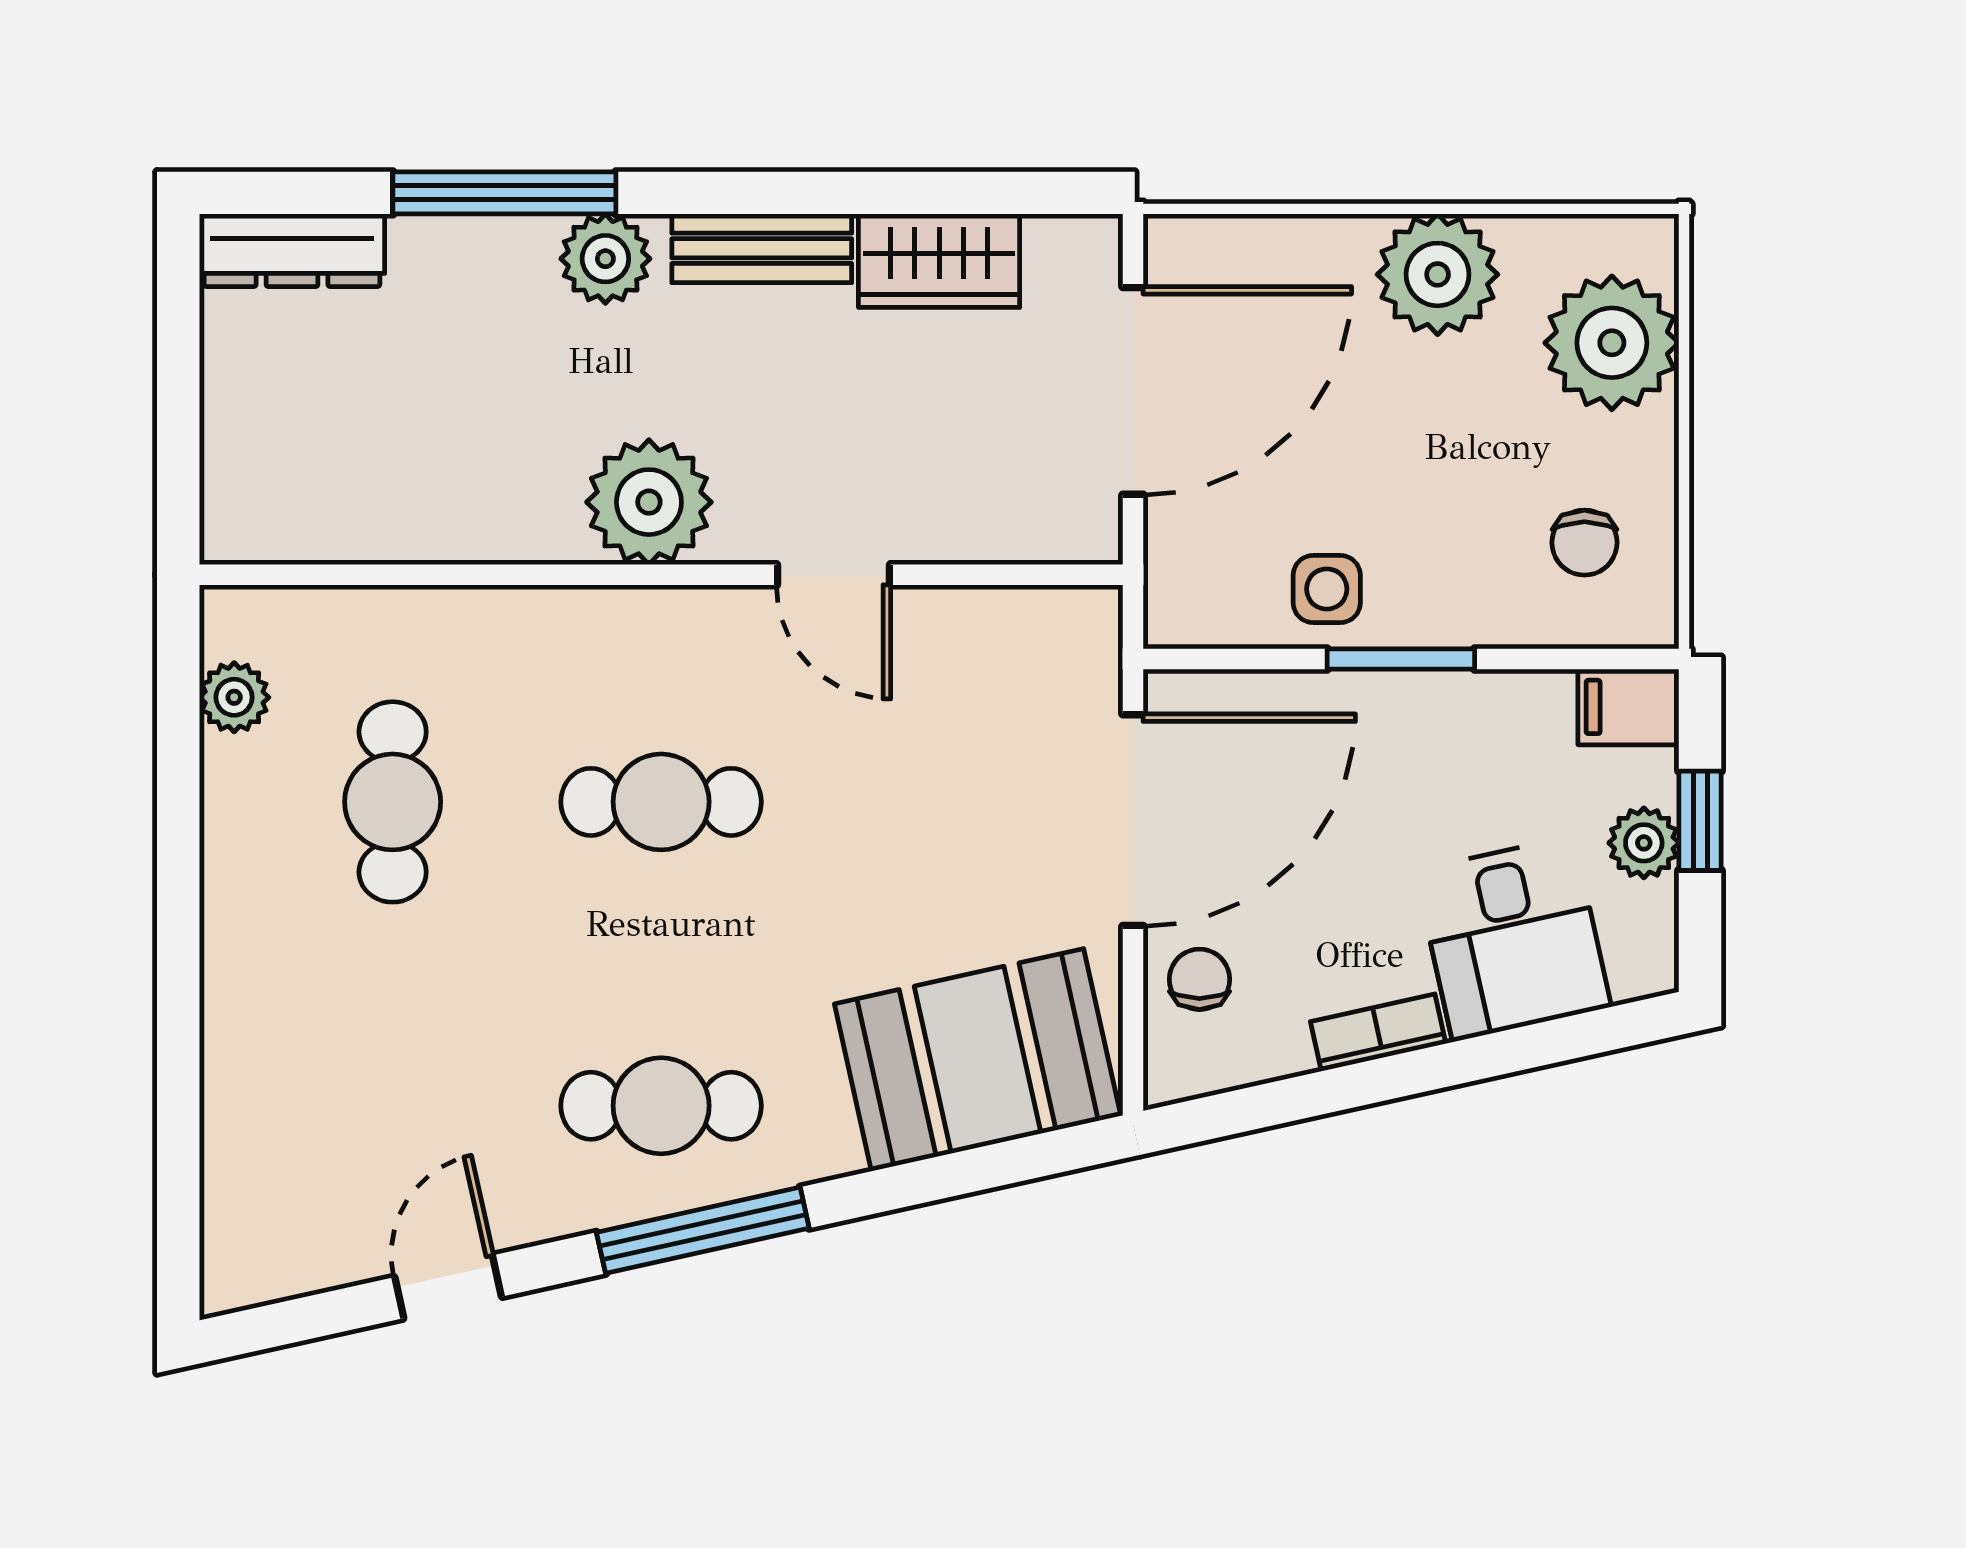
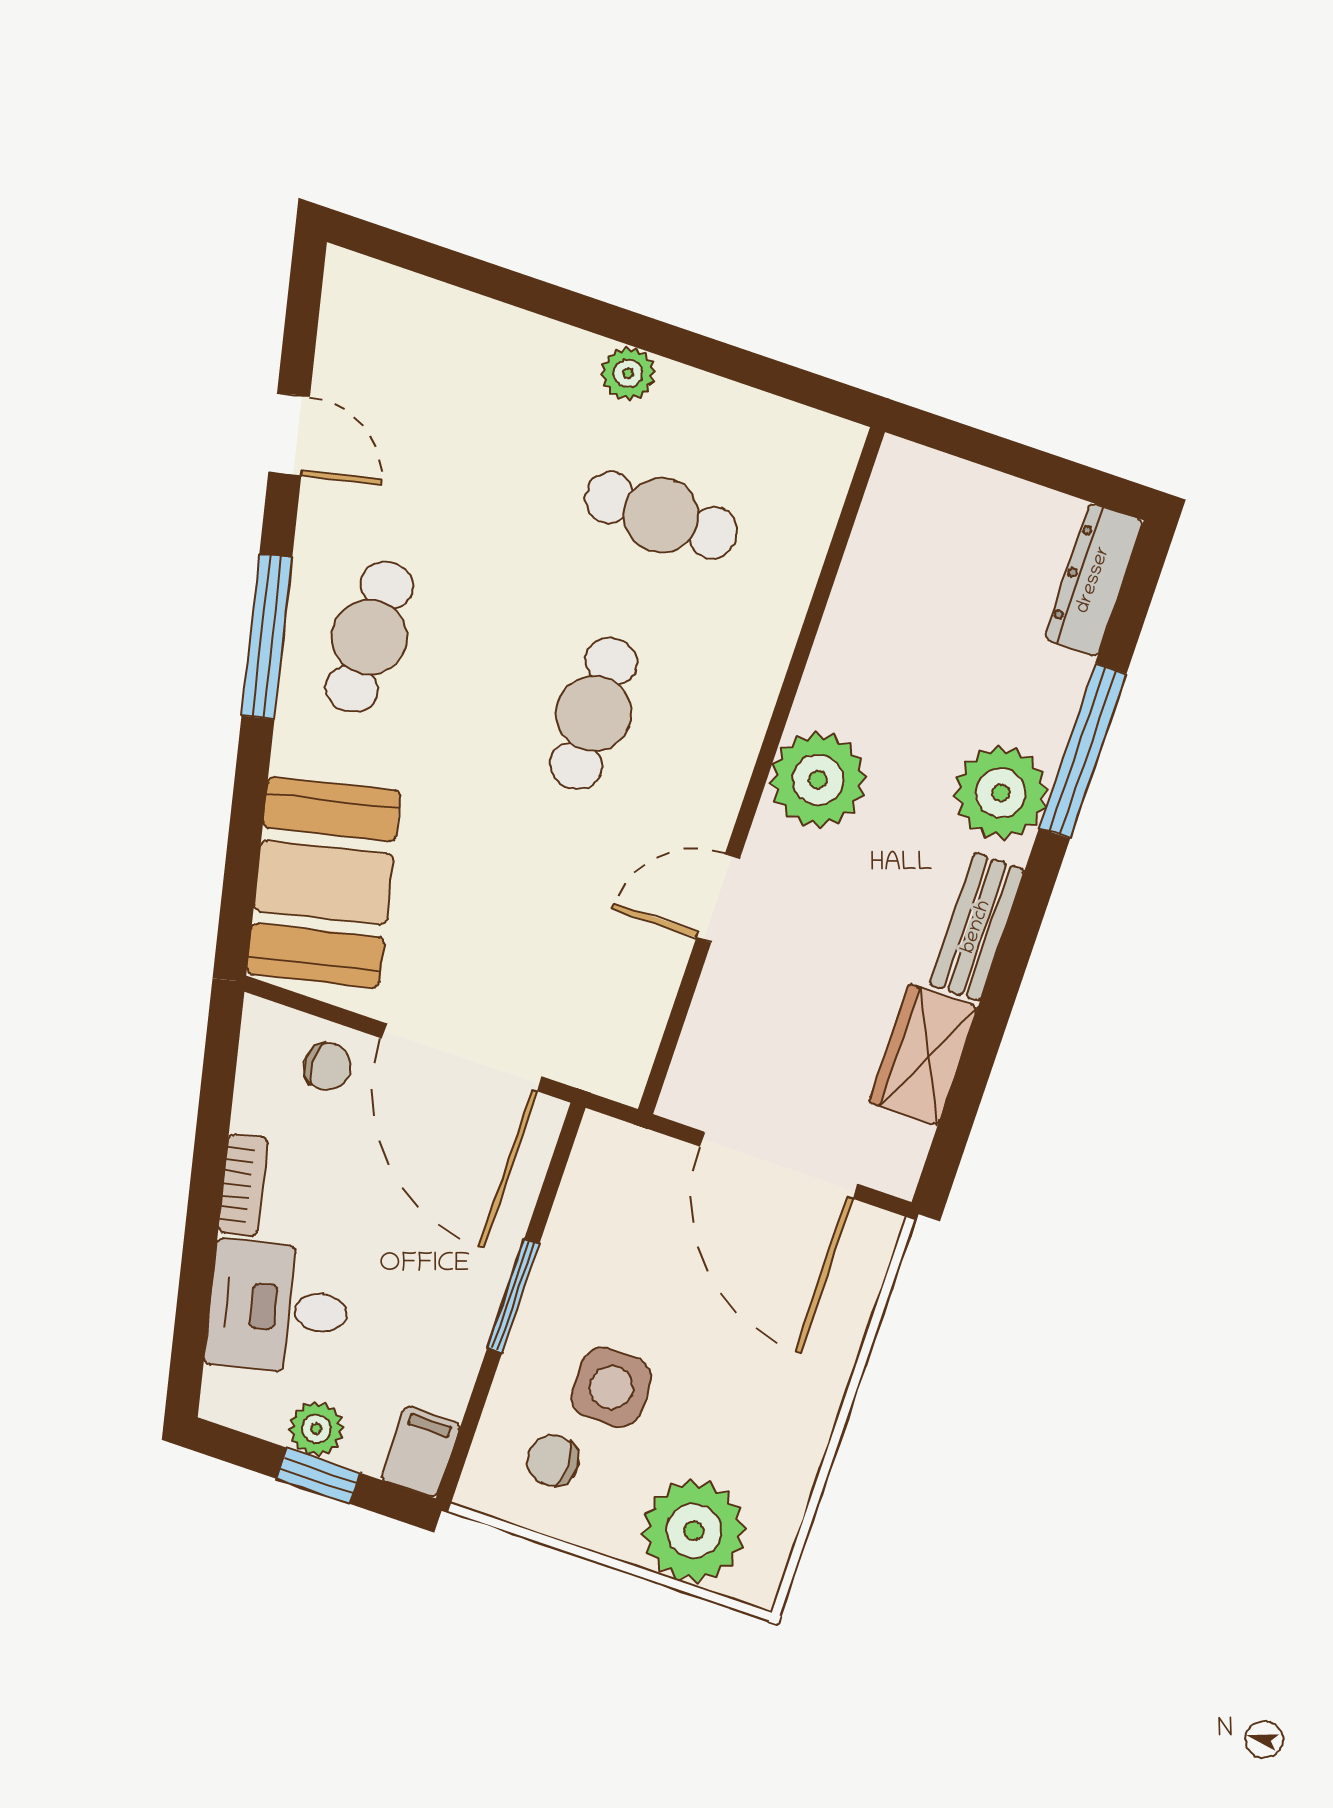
plant: (605, 259) -> (1001, 793), width x1.36, depth x1.36
plant: (1438, 274) -> (788, 1419), removed
side table: (1327, 589) -> (611, 1387), moved, width x1.37, depth x1.37
plant: (234, 697) -> (628, 373), moved

